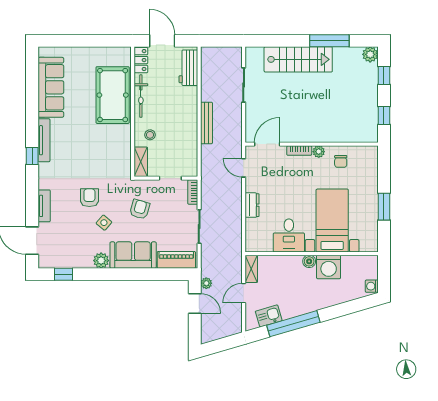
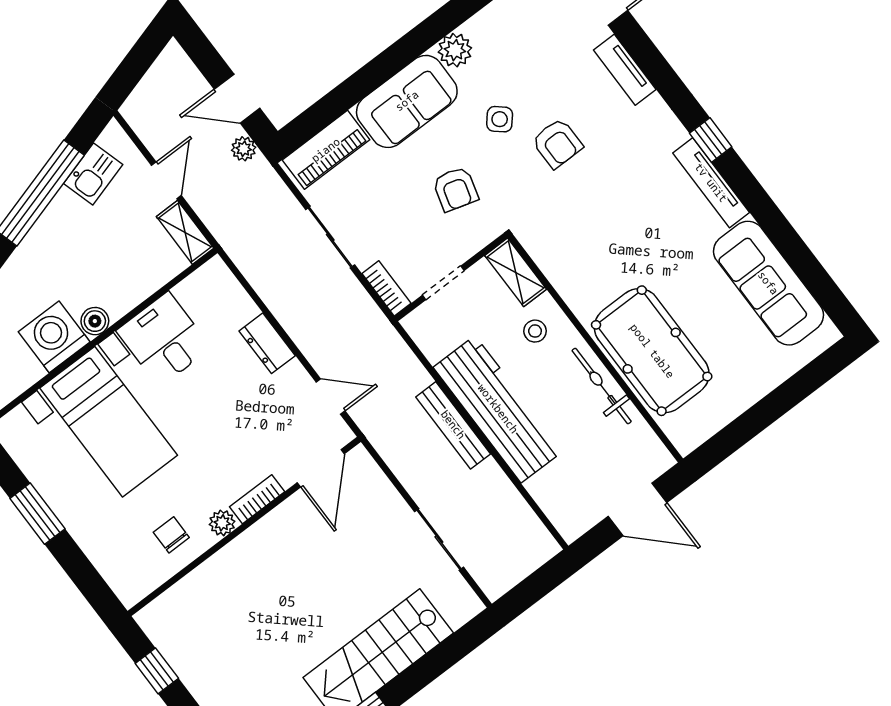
locker: (141, 60) -> (649, 448), removed
workbench: (188, 68) -> (498, 409), moved, width x1.88, depth x1.32

